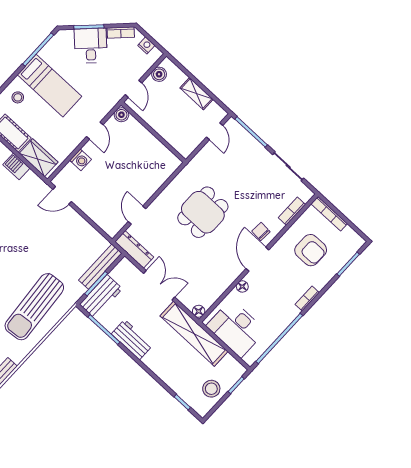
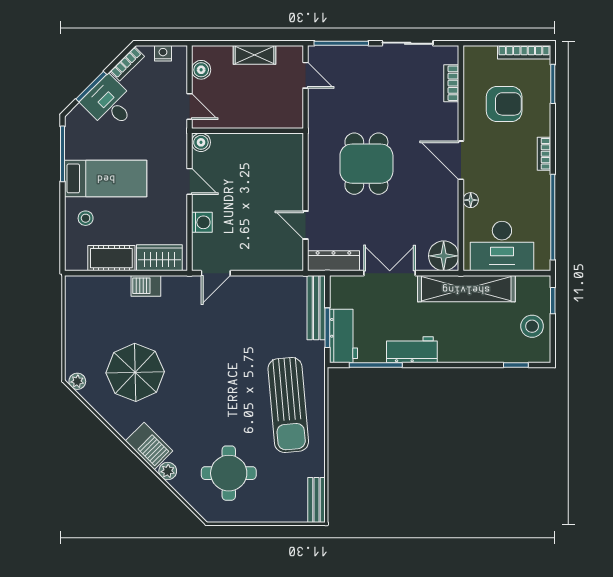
bookcase: (329, 214) -> (524, 52), moved
chair: (261, 231) -> (440, 130), removed
floor lamp: (199, 311) -> (444, 256), width x1.89, depth x1.89

